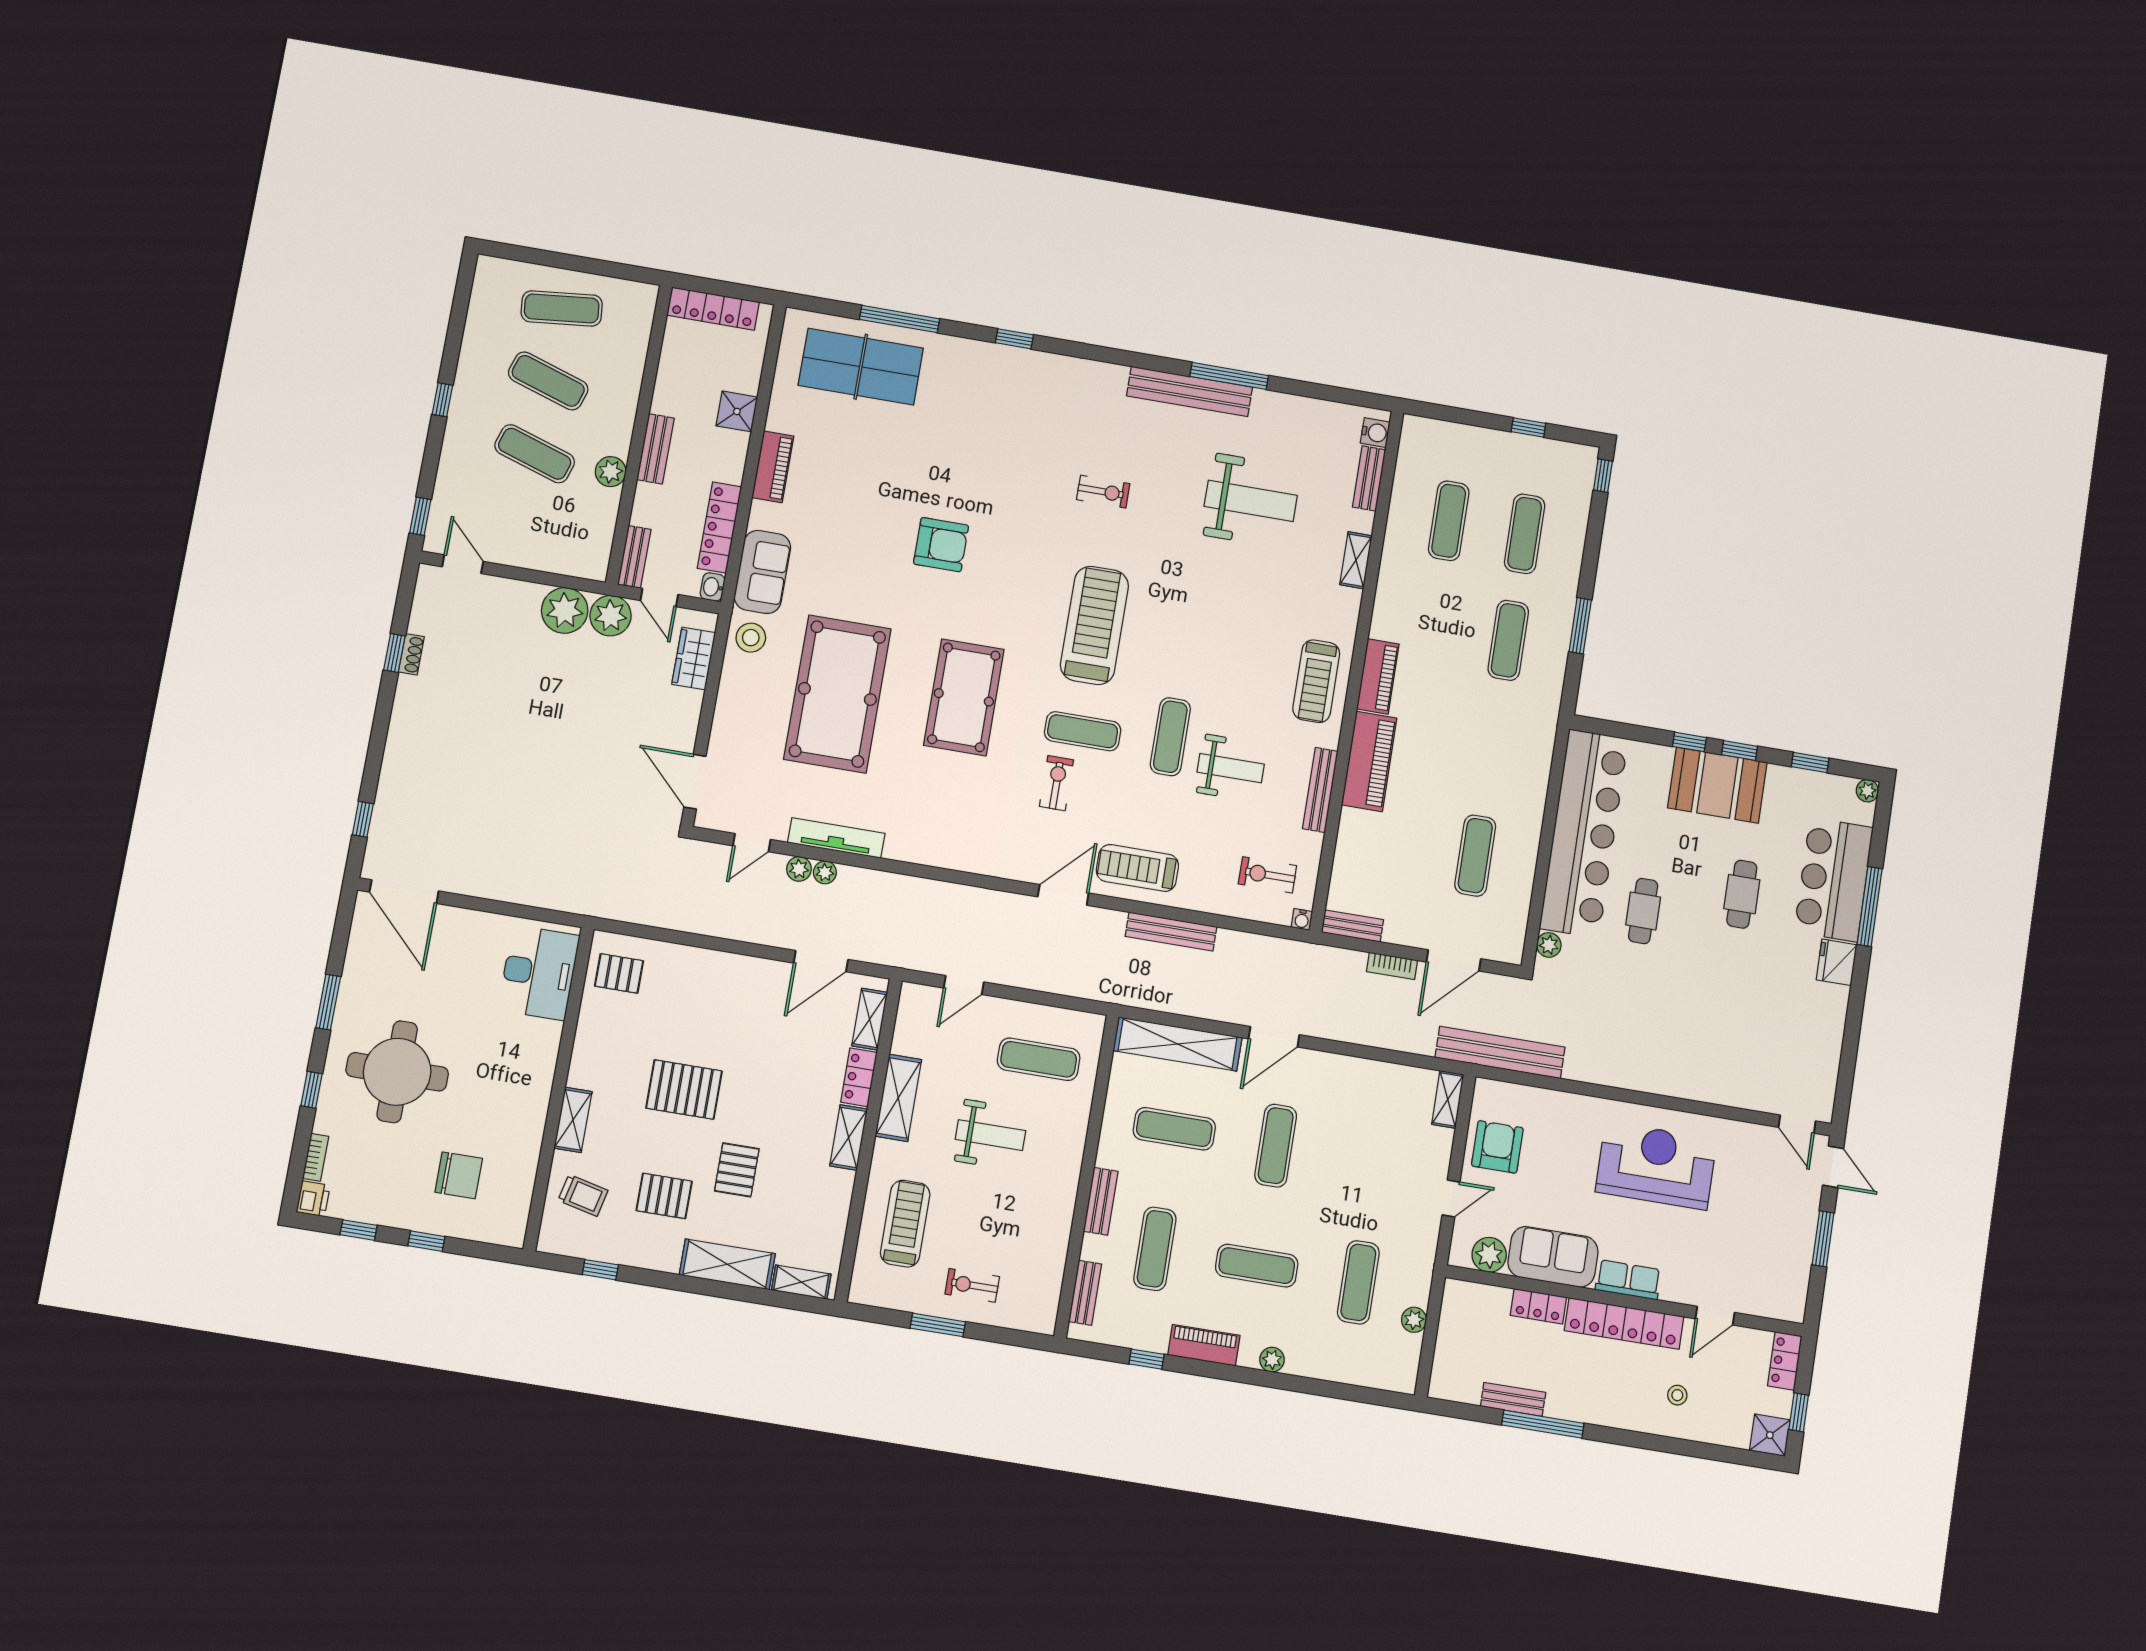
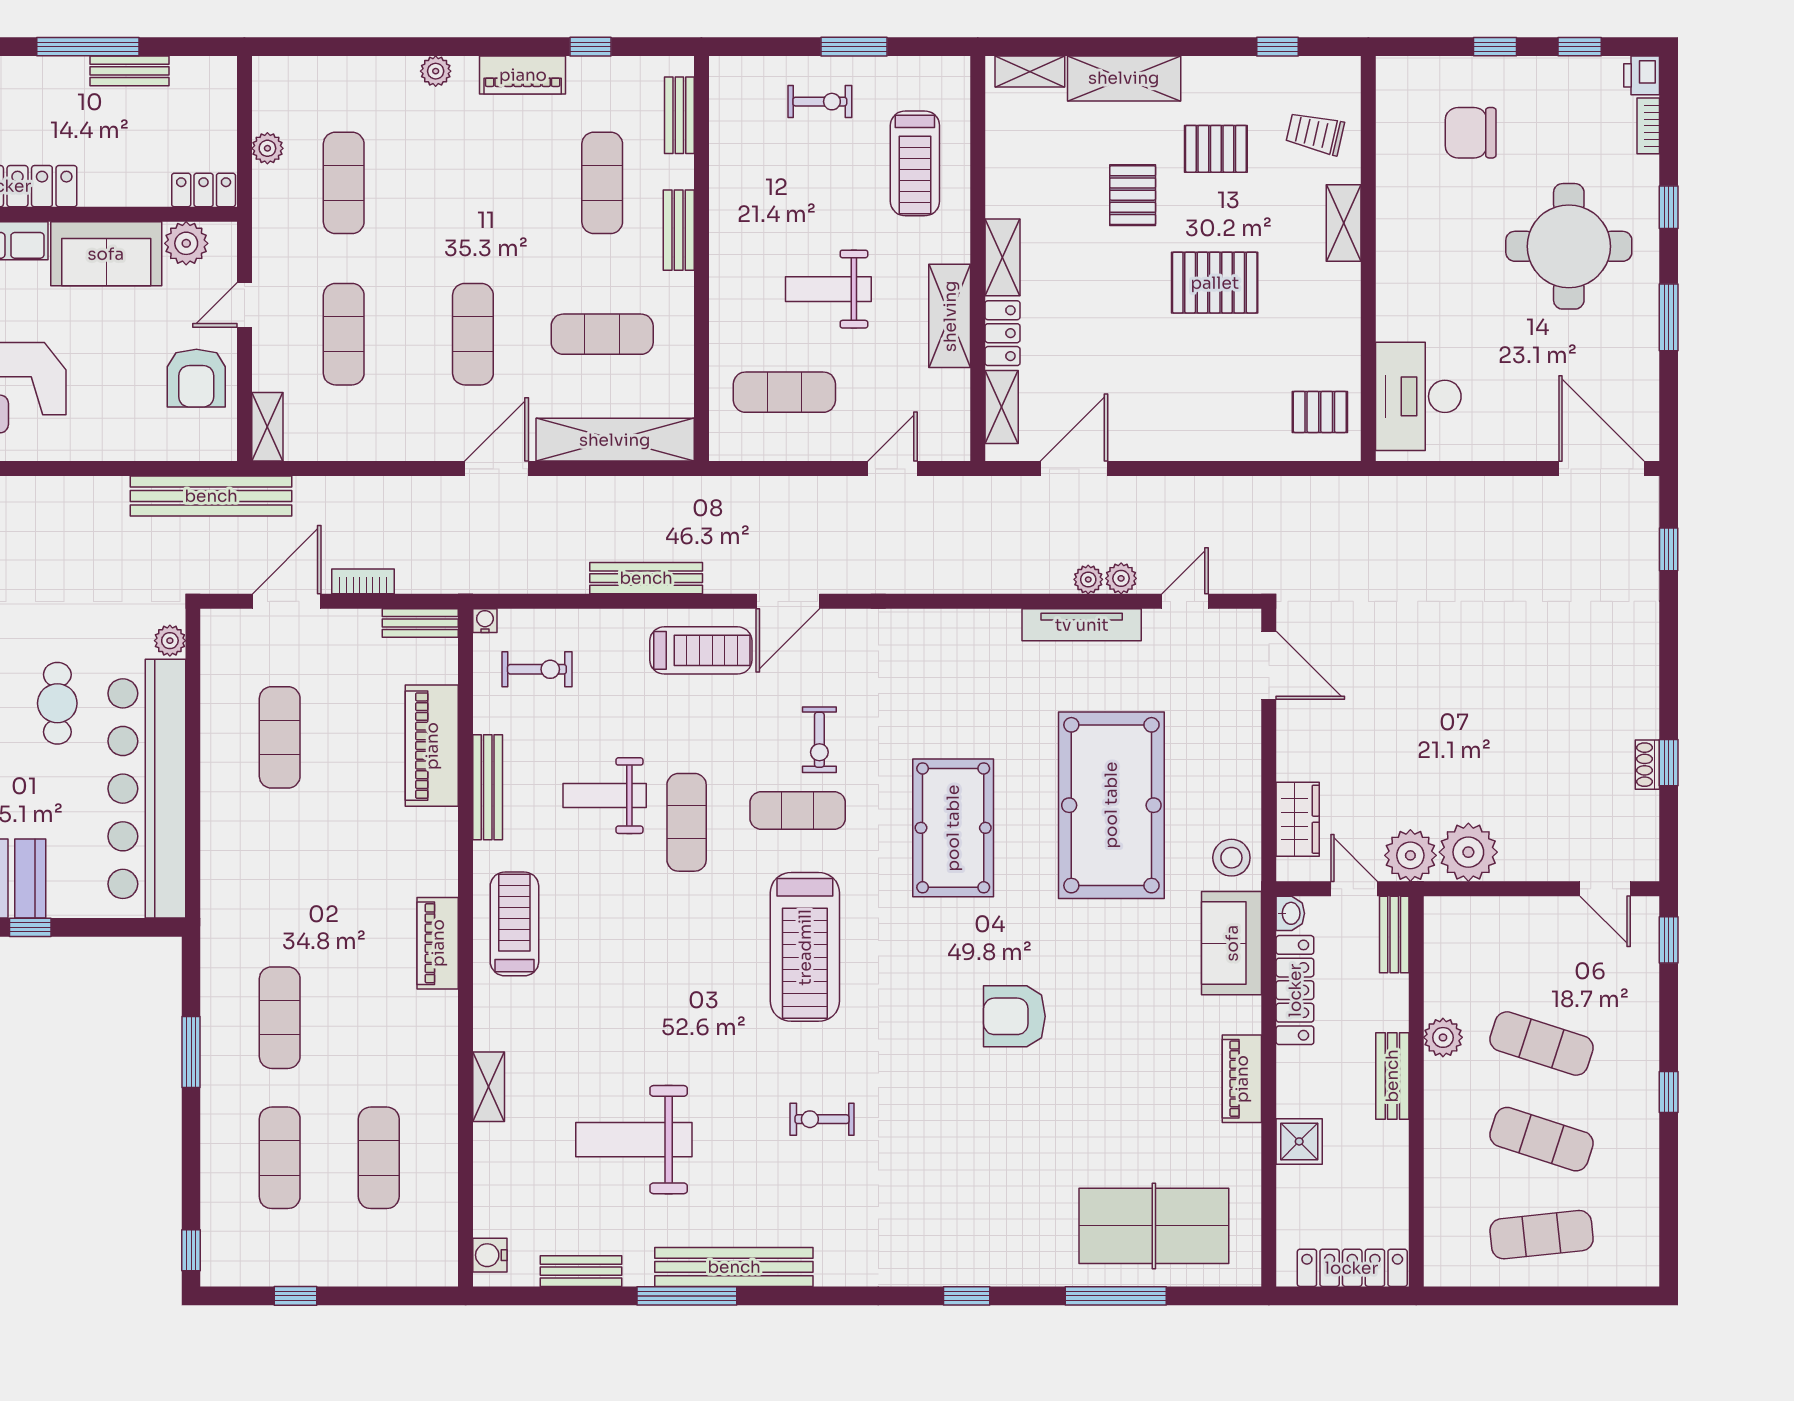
bench: (1369, 478) -> (581, 1271), moved, turned 90
piano: (1369, 761) -> (432, 746), moved
exercise mat: (1257, 1266) -> (344, 334), moved, turned 90
locker: (1538, 1306) -> (204, 190), moved

